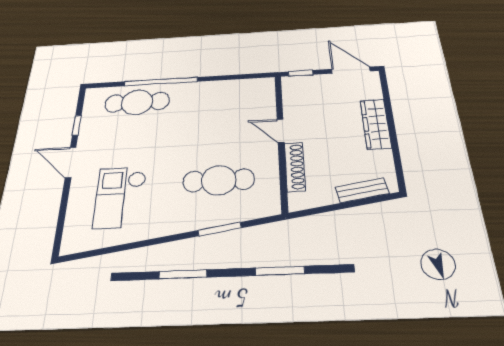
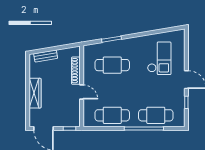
cafe table: (220, 97) -> (112, 115), added

